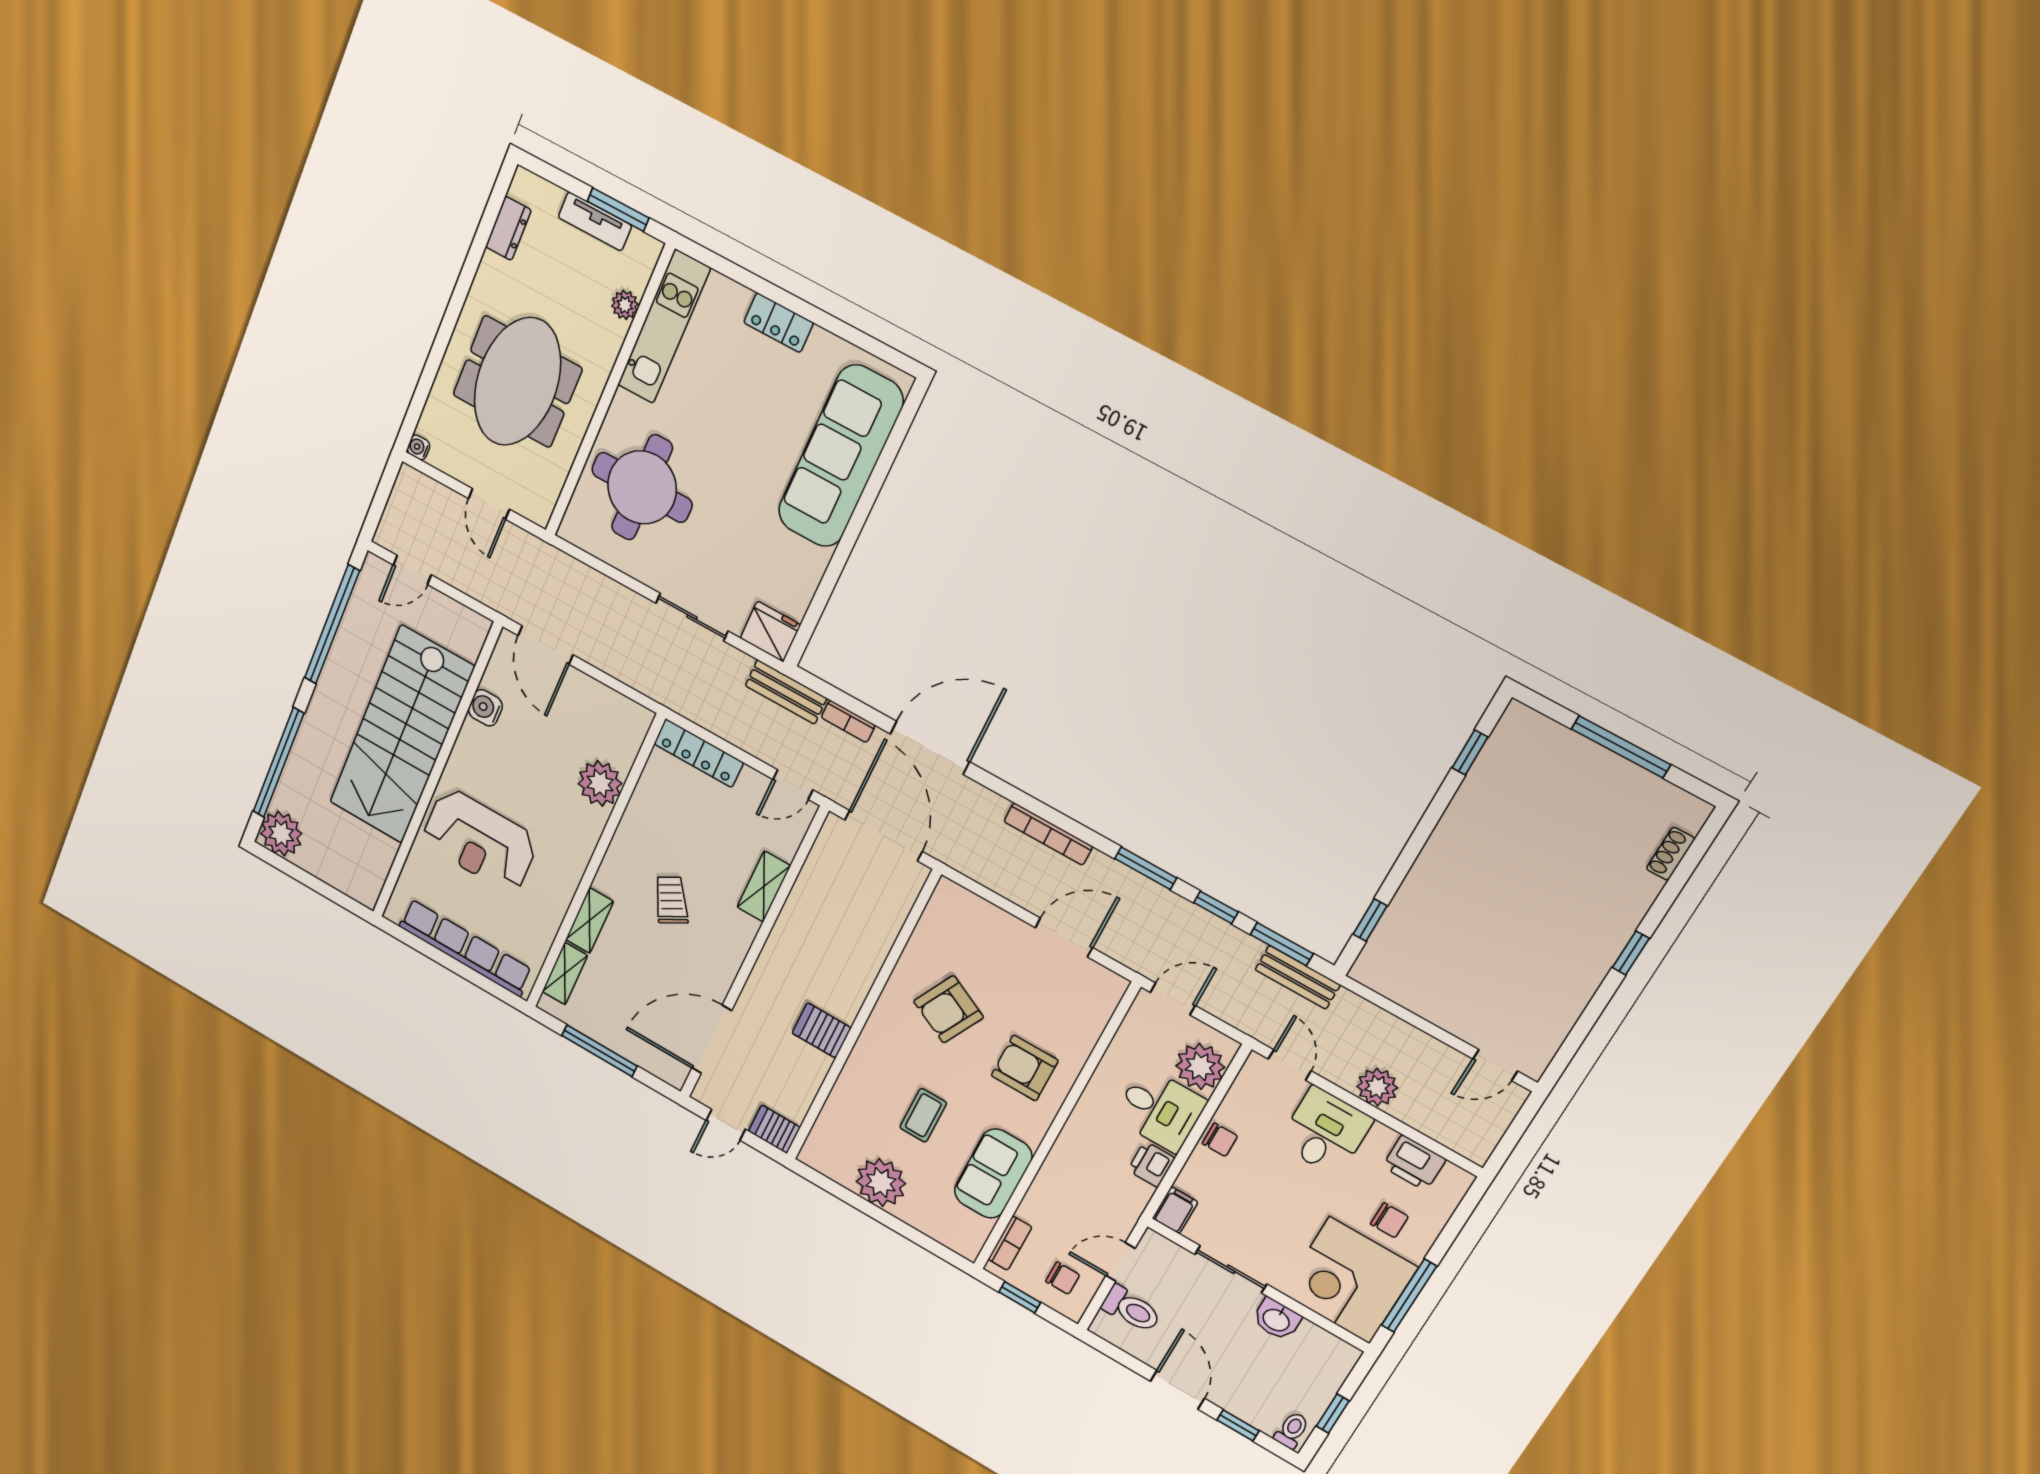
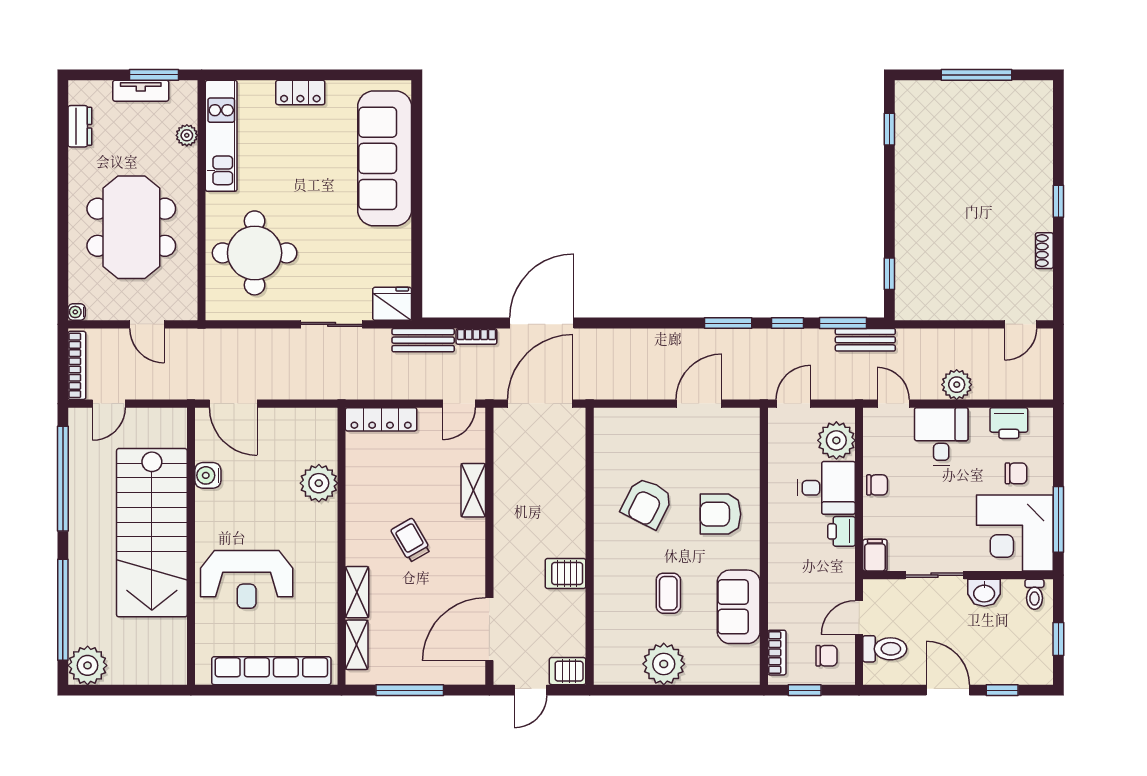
bookcase: (1048, 834) -> (77, 365), moved, turned -90
door: (883, 836) -> (540, 404), hinge flipped
shoe rack: (1671, 854) -> (1044, 251), moved
toilet: (1292, 1430) -> (1034, 594), moved, turned 180

